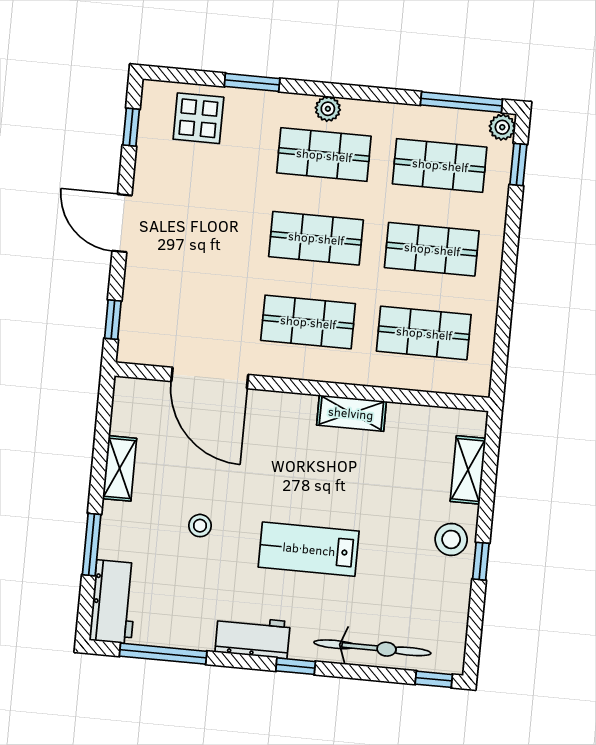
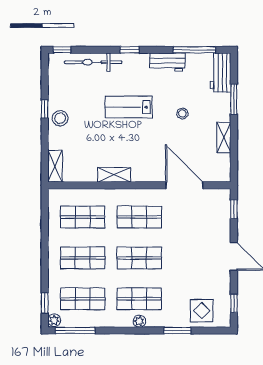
shelving: (468, 470) -> (55, 166), moved
lab bench: (309, 549) -> (129, 107), turned 180
workbench: (253, 637) -> (167, 62), moved

